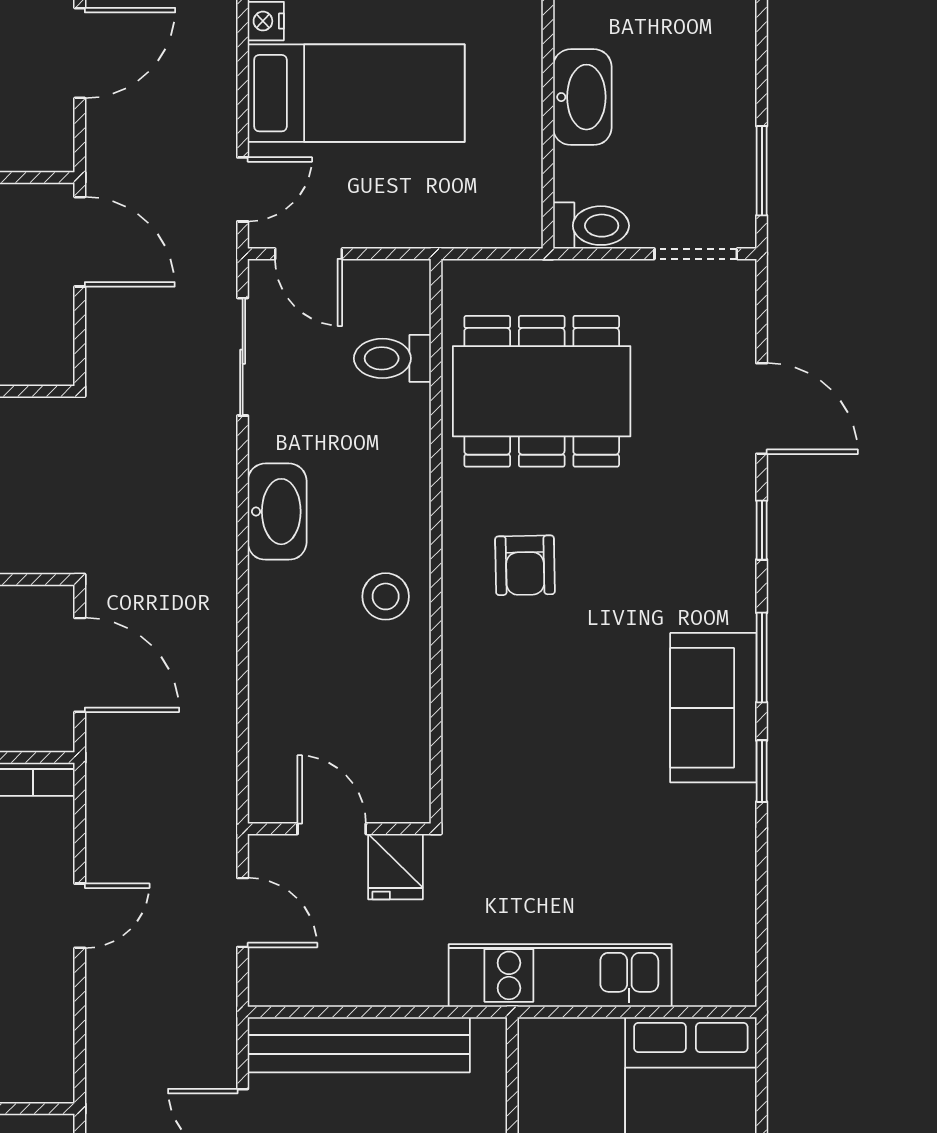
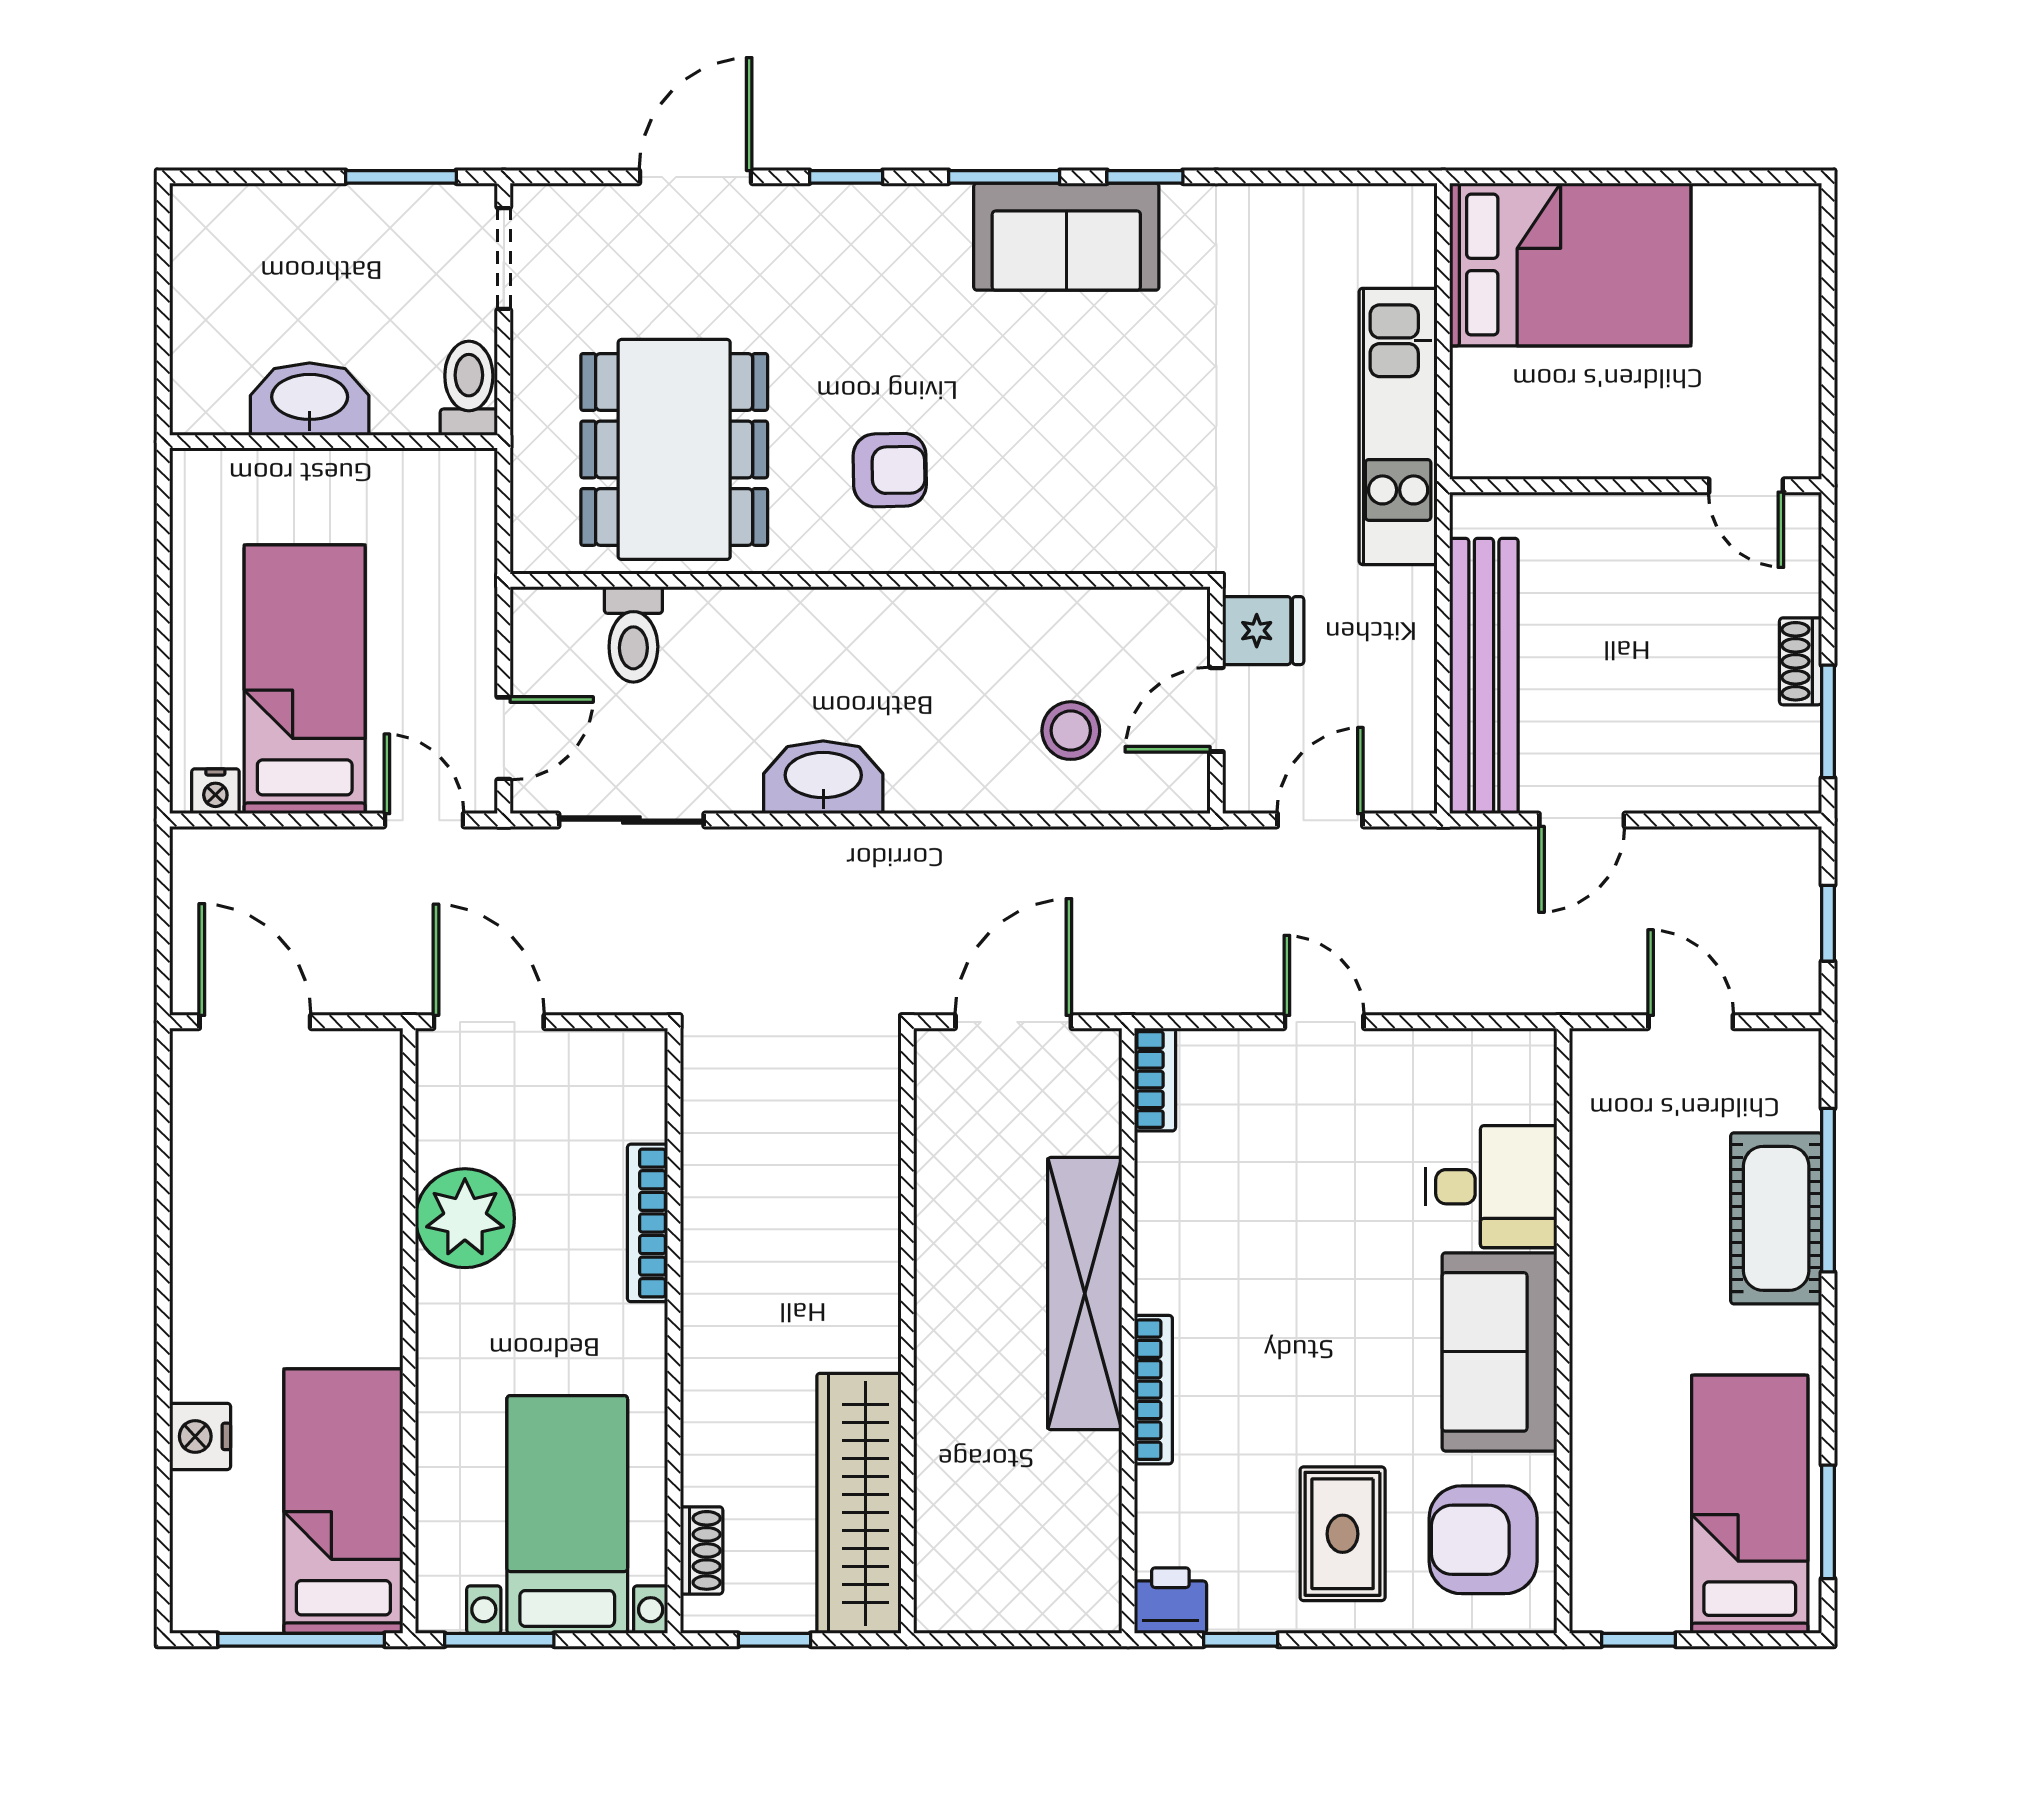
door: (80, 242) -> (489, 1022), hinge flipped
stool: (386, 596) -> (1071, 731), moved

